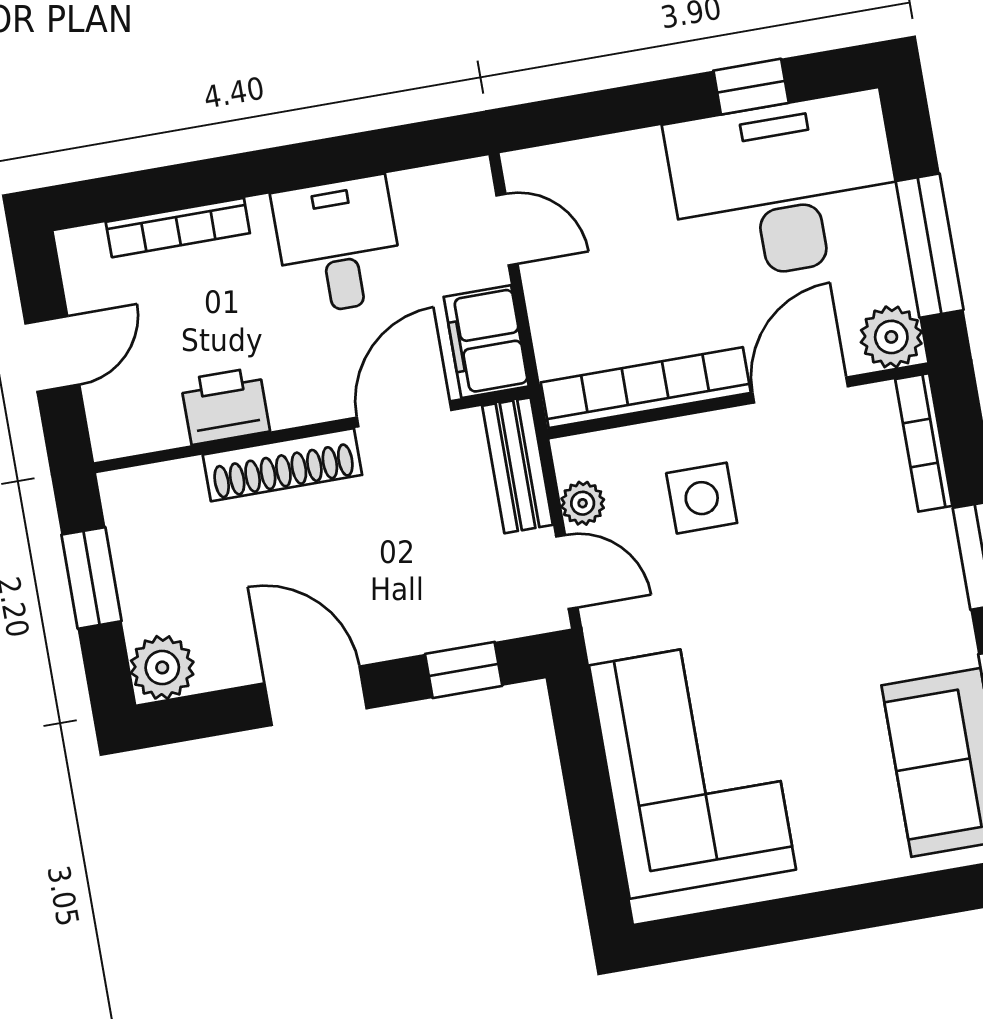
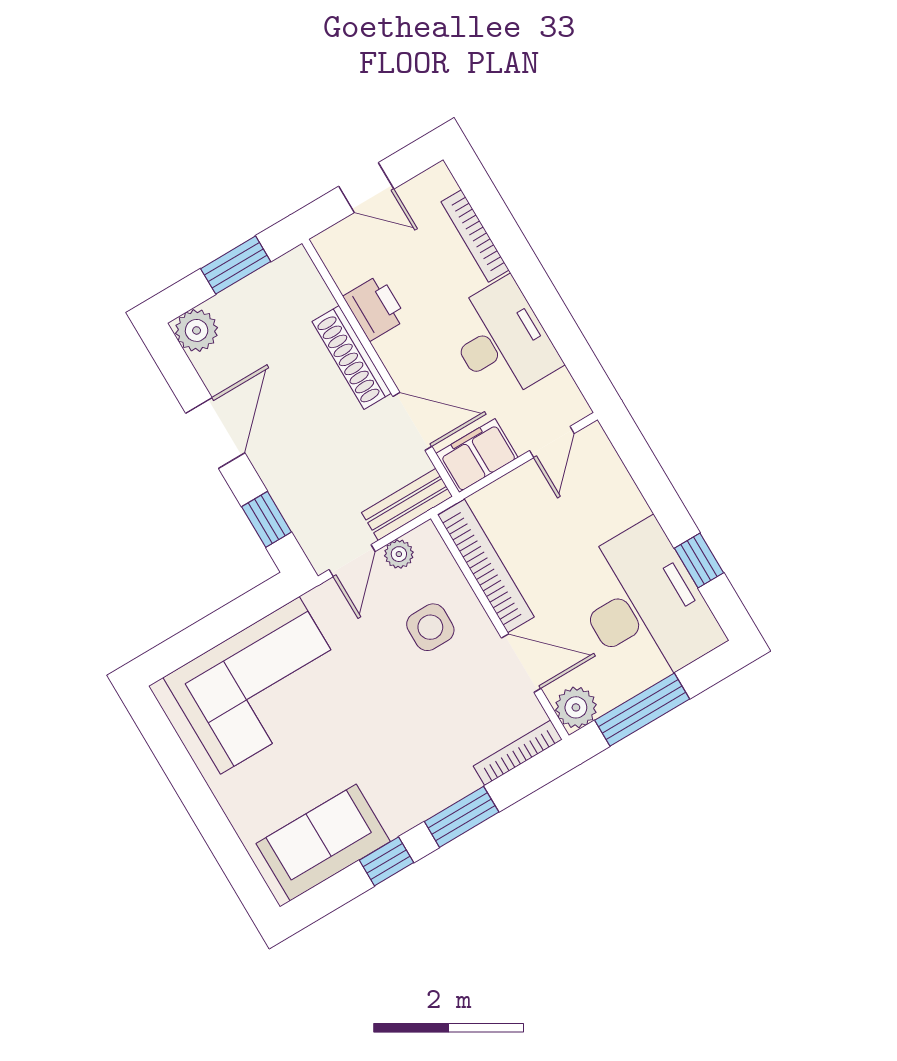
desk: (338, 245) -> (502, 340), width x1.37

